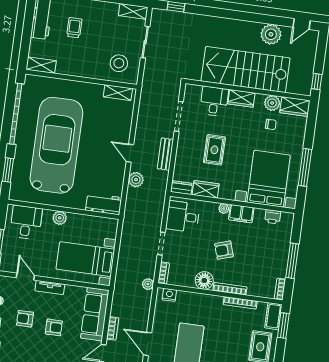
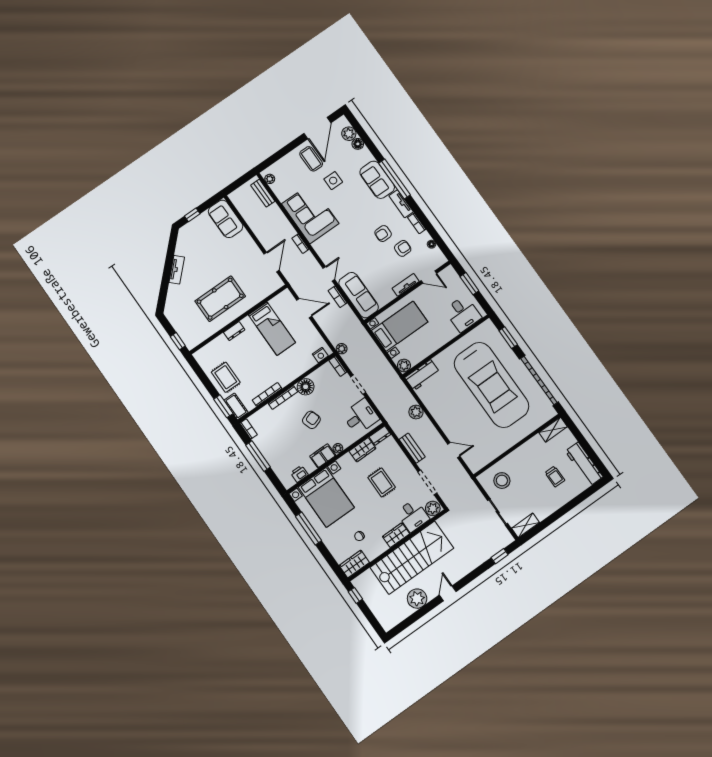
door: (302, 24) -> (448, 593), moved
shelving: (118, 93) -> (484, 460), removed
plant: (272, 103) -> (433, 508), moved
door: (130, 153) -> (454, 450), moved
plant: (60, 218) -> (404, 365), moved
armchair: (54, 327) -> (383, 234), moved

